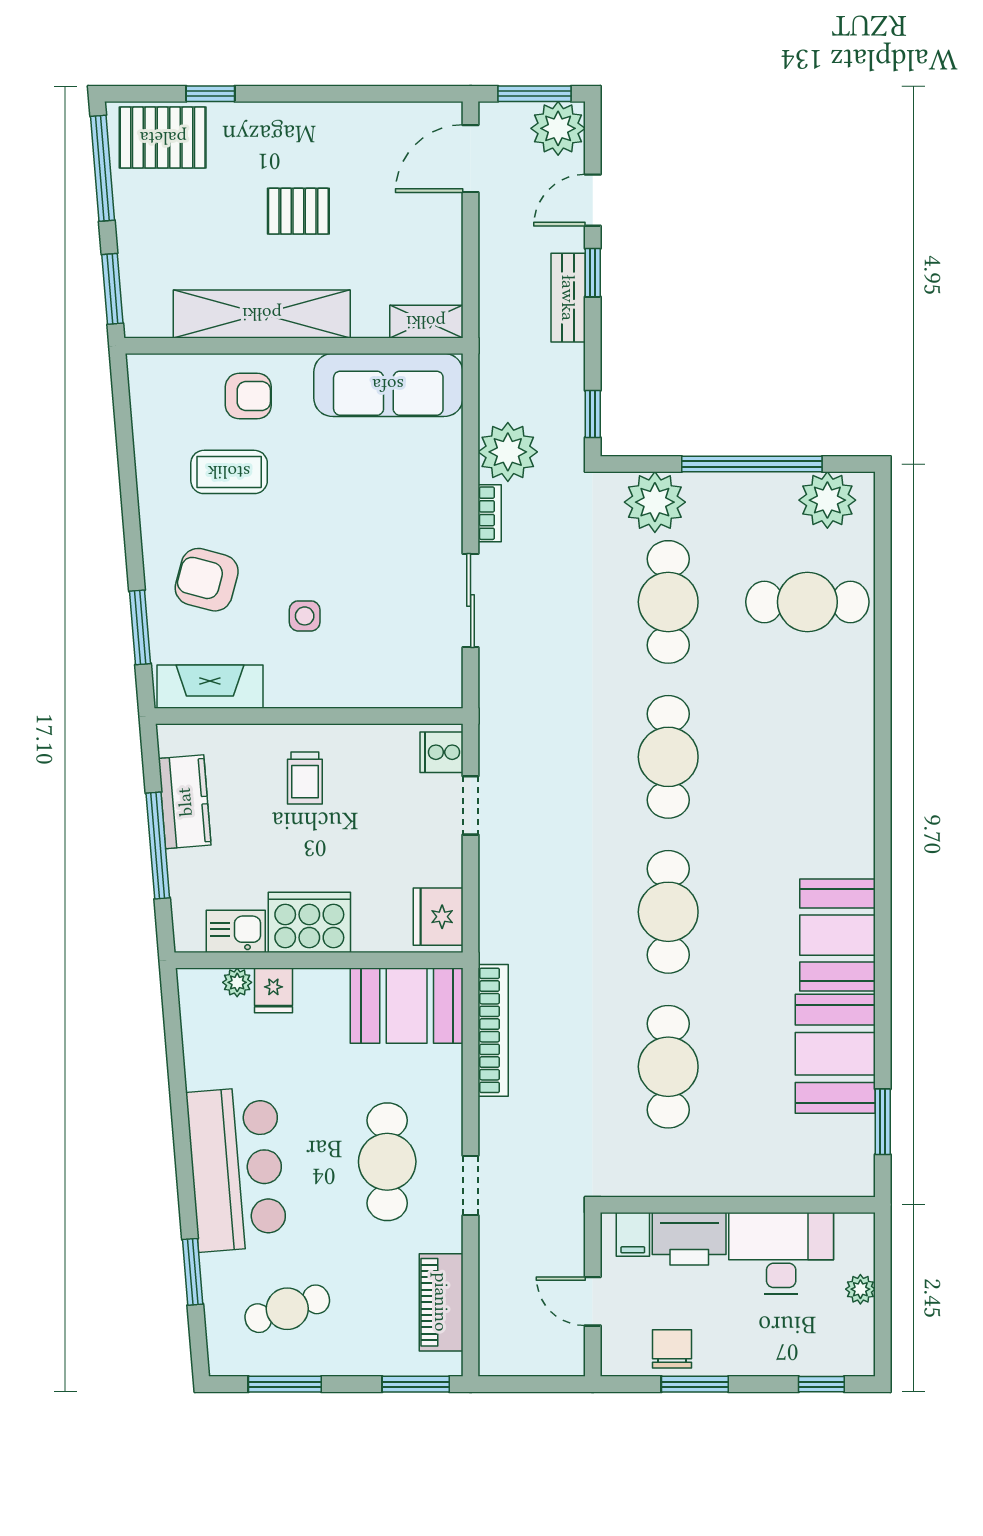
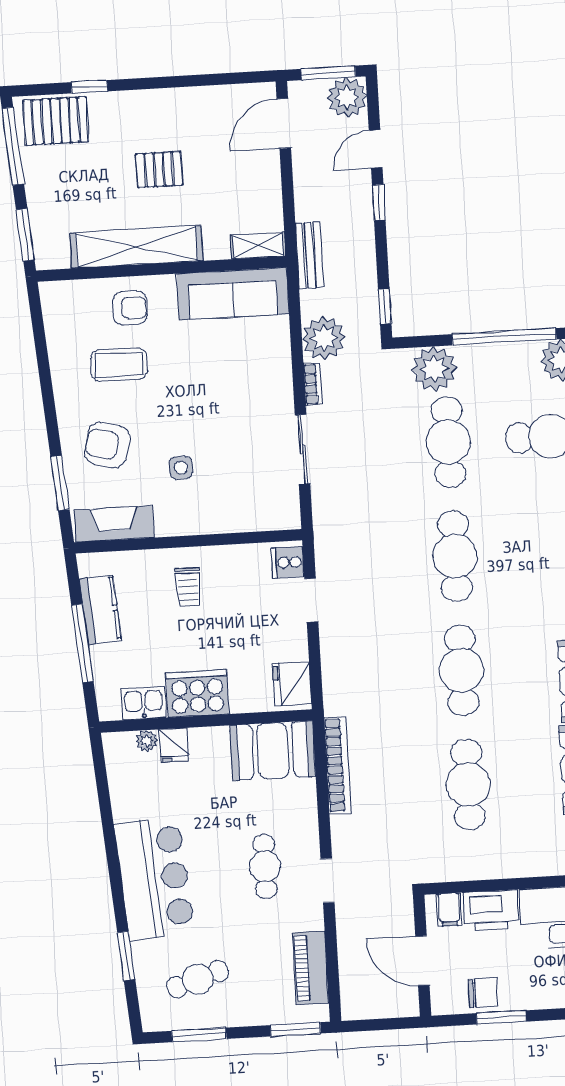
bench: (568, 298) -> (310, 255), moved
cafe table: (387, 1162) -> (265, 867), width x0.73, depth x0.74
door: (593, 1301) -> (422, 961), width x1.37
chair: (672, 1349) -> (483, 992), turned 90

